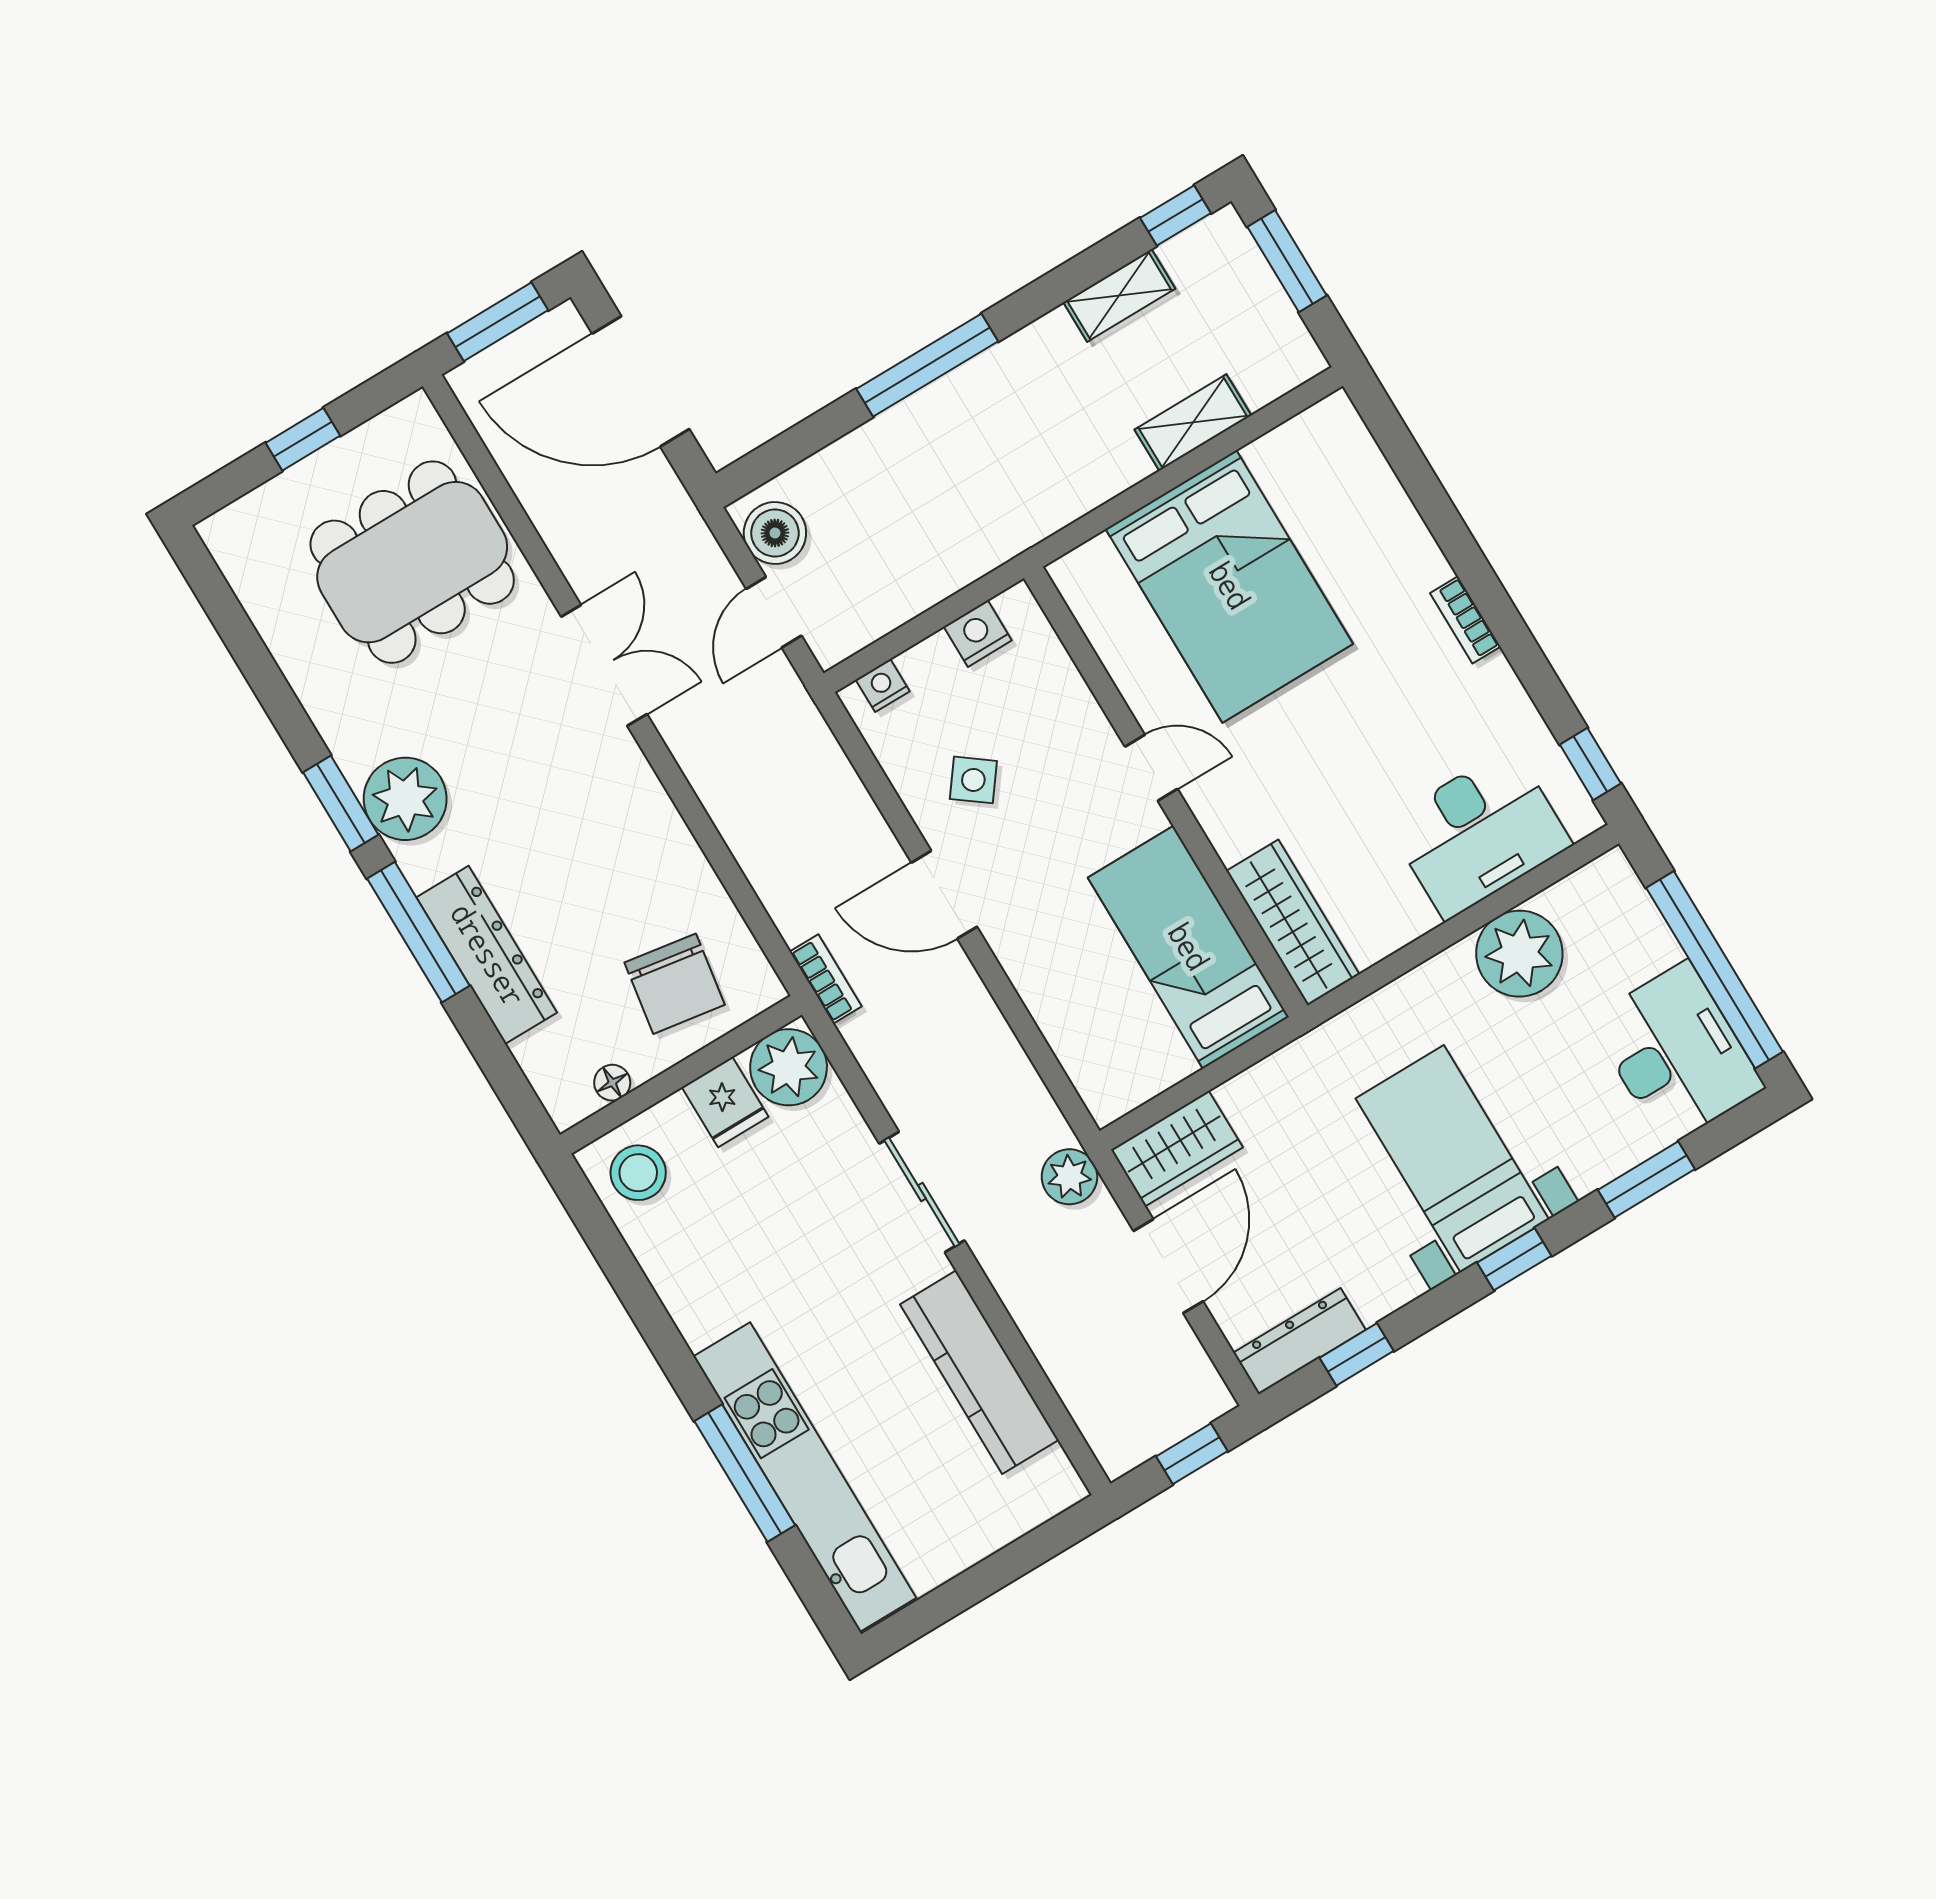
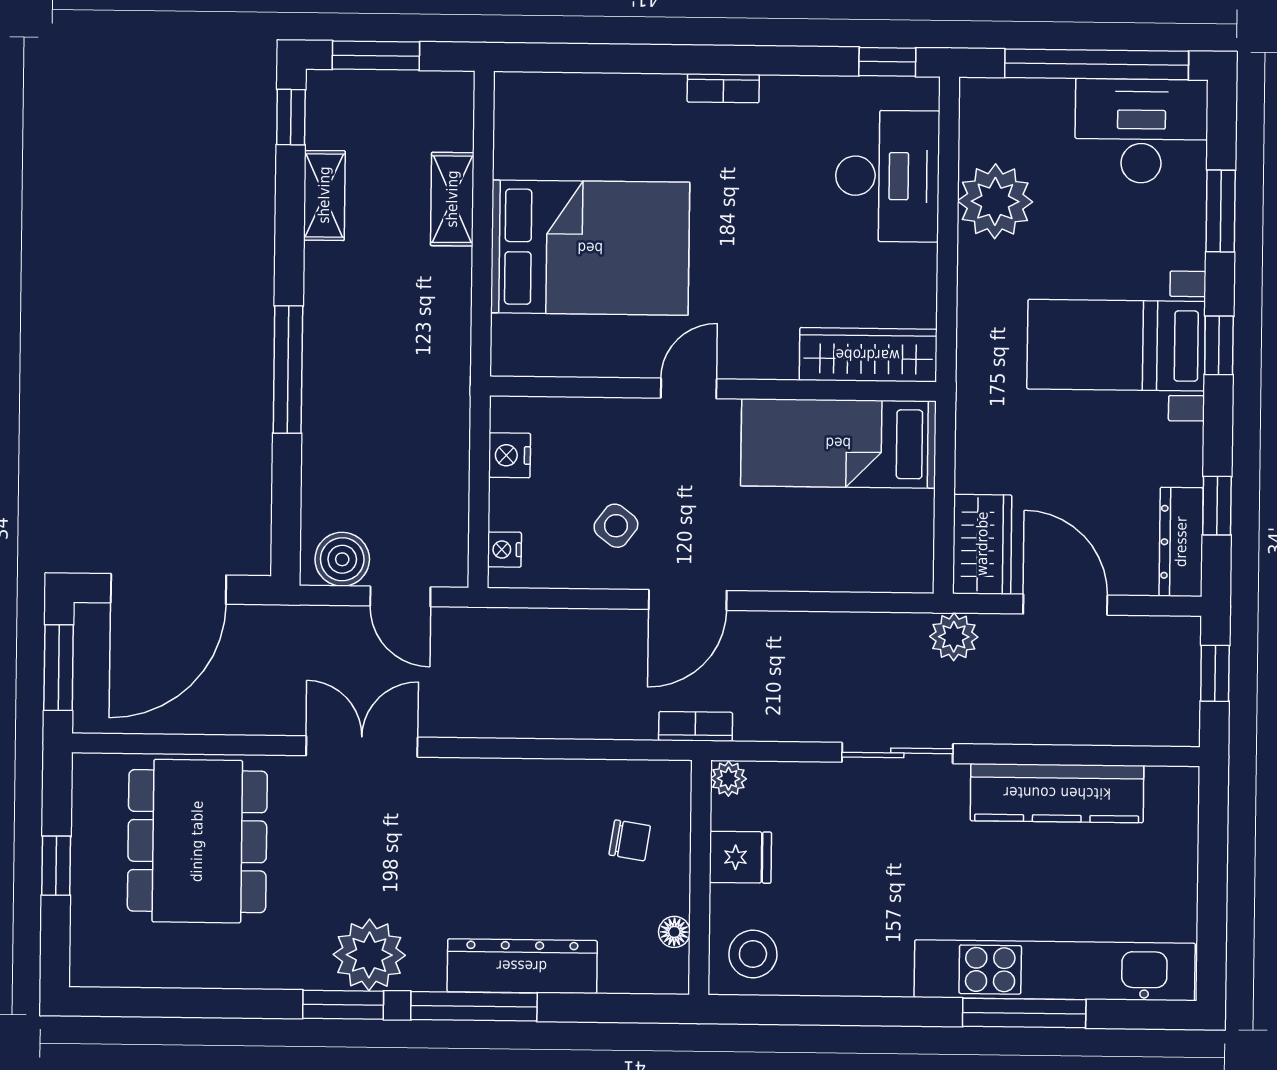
chair: (675, 984) -> (630, 840), width x0.54, depth x0.54
plant: (789, 1067) -> (728, 779), width x0.53, depth x0.53

